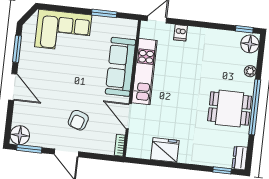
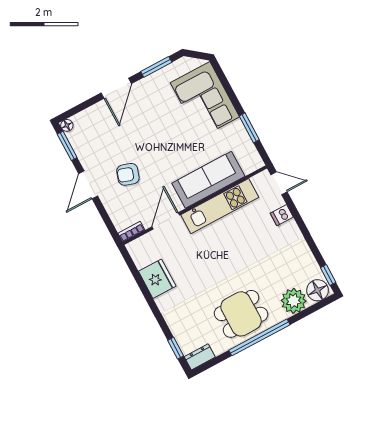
plant: (250, 71) -> (294, 301), width x1.88, depth x1.88
dining table: (230, 109) -> (241, 314), turned 90
floor lamp: (20, 135) -> (67, 125), width x0.53, depth x0.53

